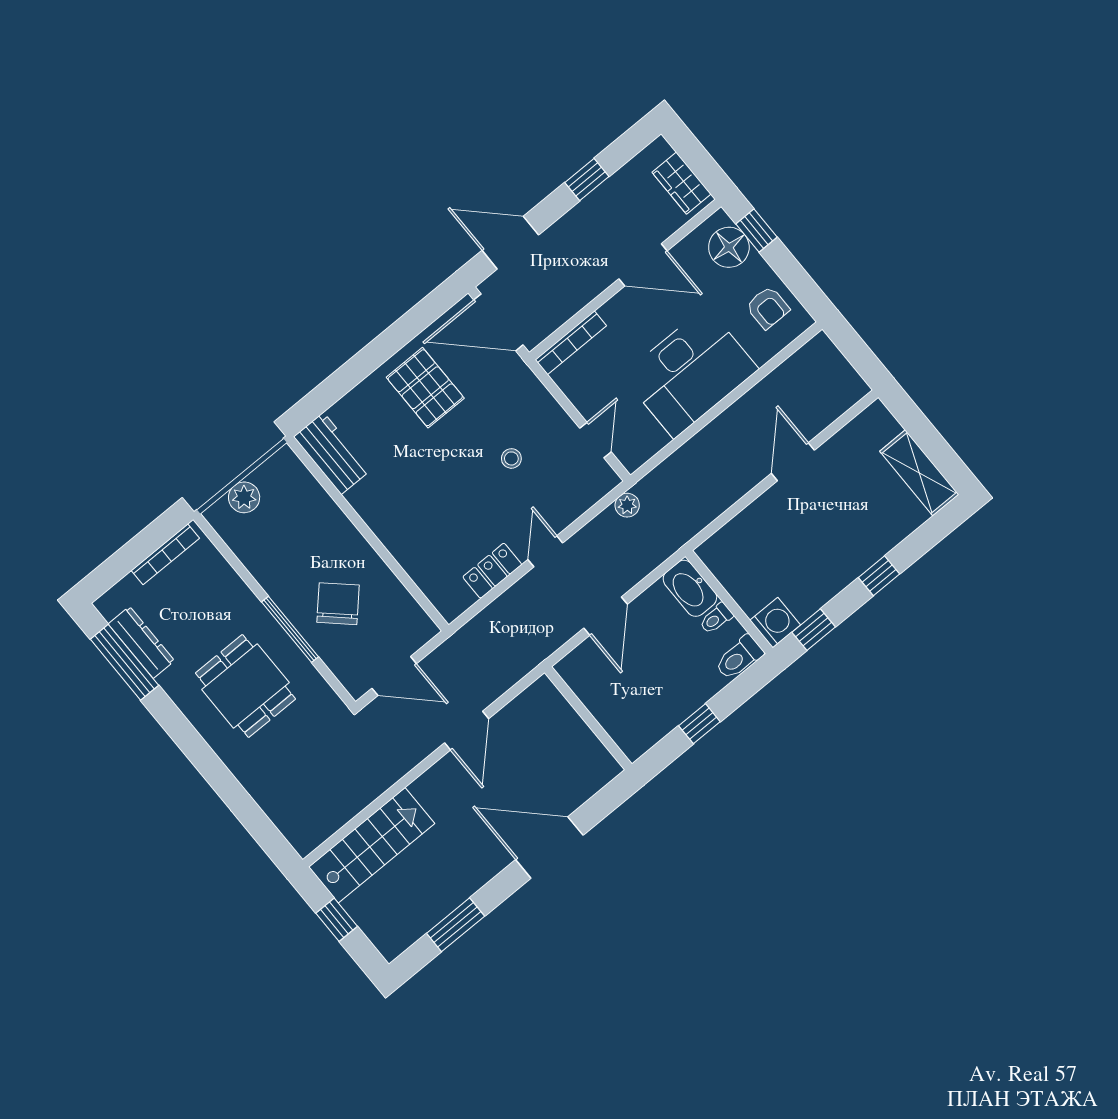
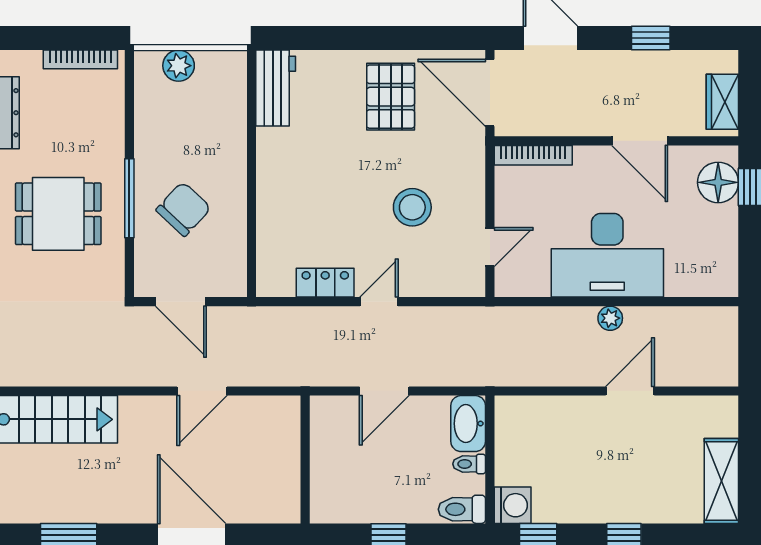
armchair: (768, 308) -> (709, 255), removed
stool: (511, 458) -> (412, 207), width x1.89, depth x1.89
plant: (627, 505) -> (610, 318), moved
dining table: (245, 686) -> (58, 214), turned 90

